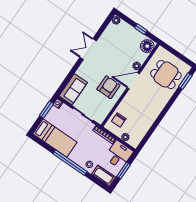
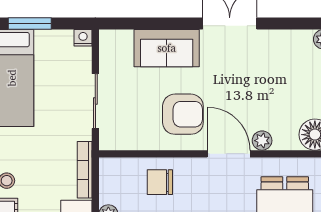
sofa: (73, 89) -> (167, 48), moved
window: (47, 110) -> (30, 23), moved
chair: (119, 120) -> (160, 182), moved

